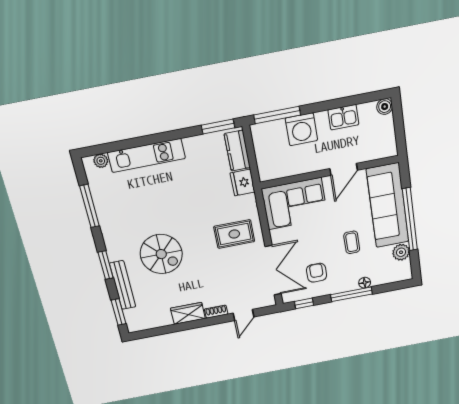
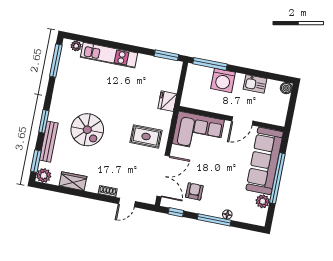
kitchen counter: (237, 151) -> (173, 77), removed
window: (89, 206) -> (56, 61), moved
coffee table: (352, 242) -> (229, 178), removed
wardrobe: (188, 313) -> (73, 181), moved
plant: (135, 324) -> (44, 175), added

